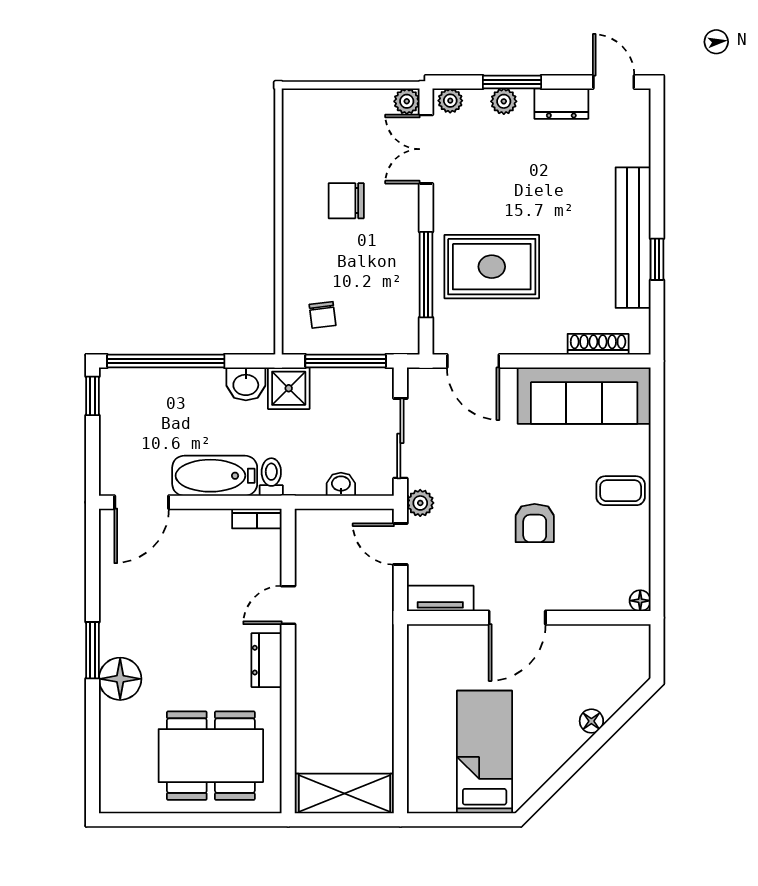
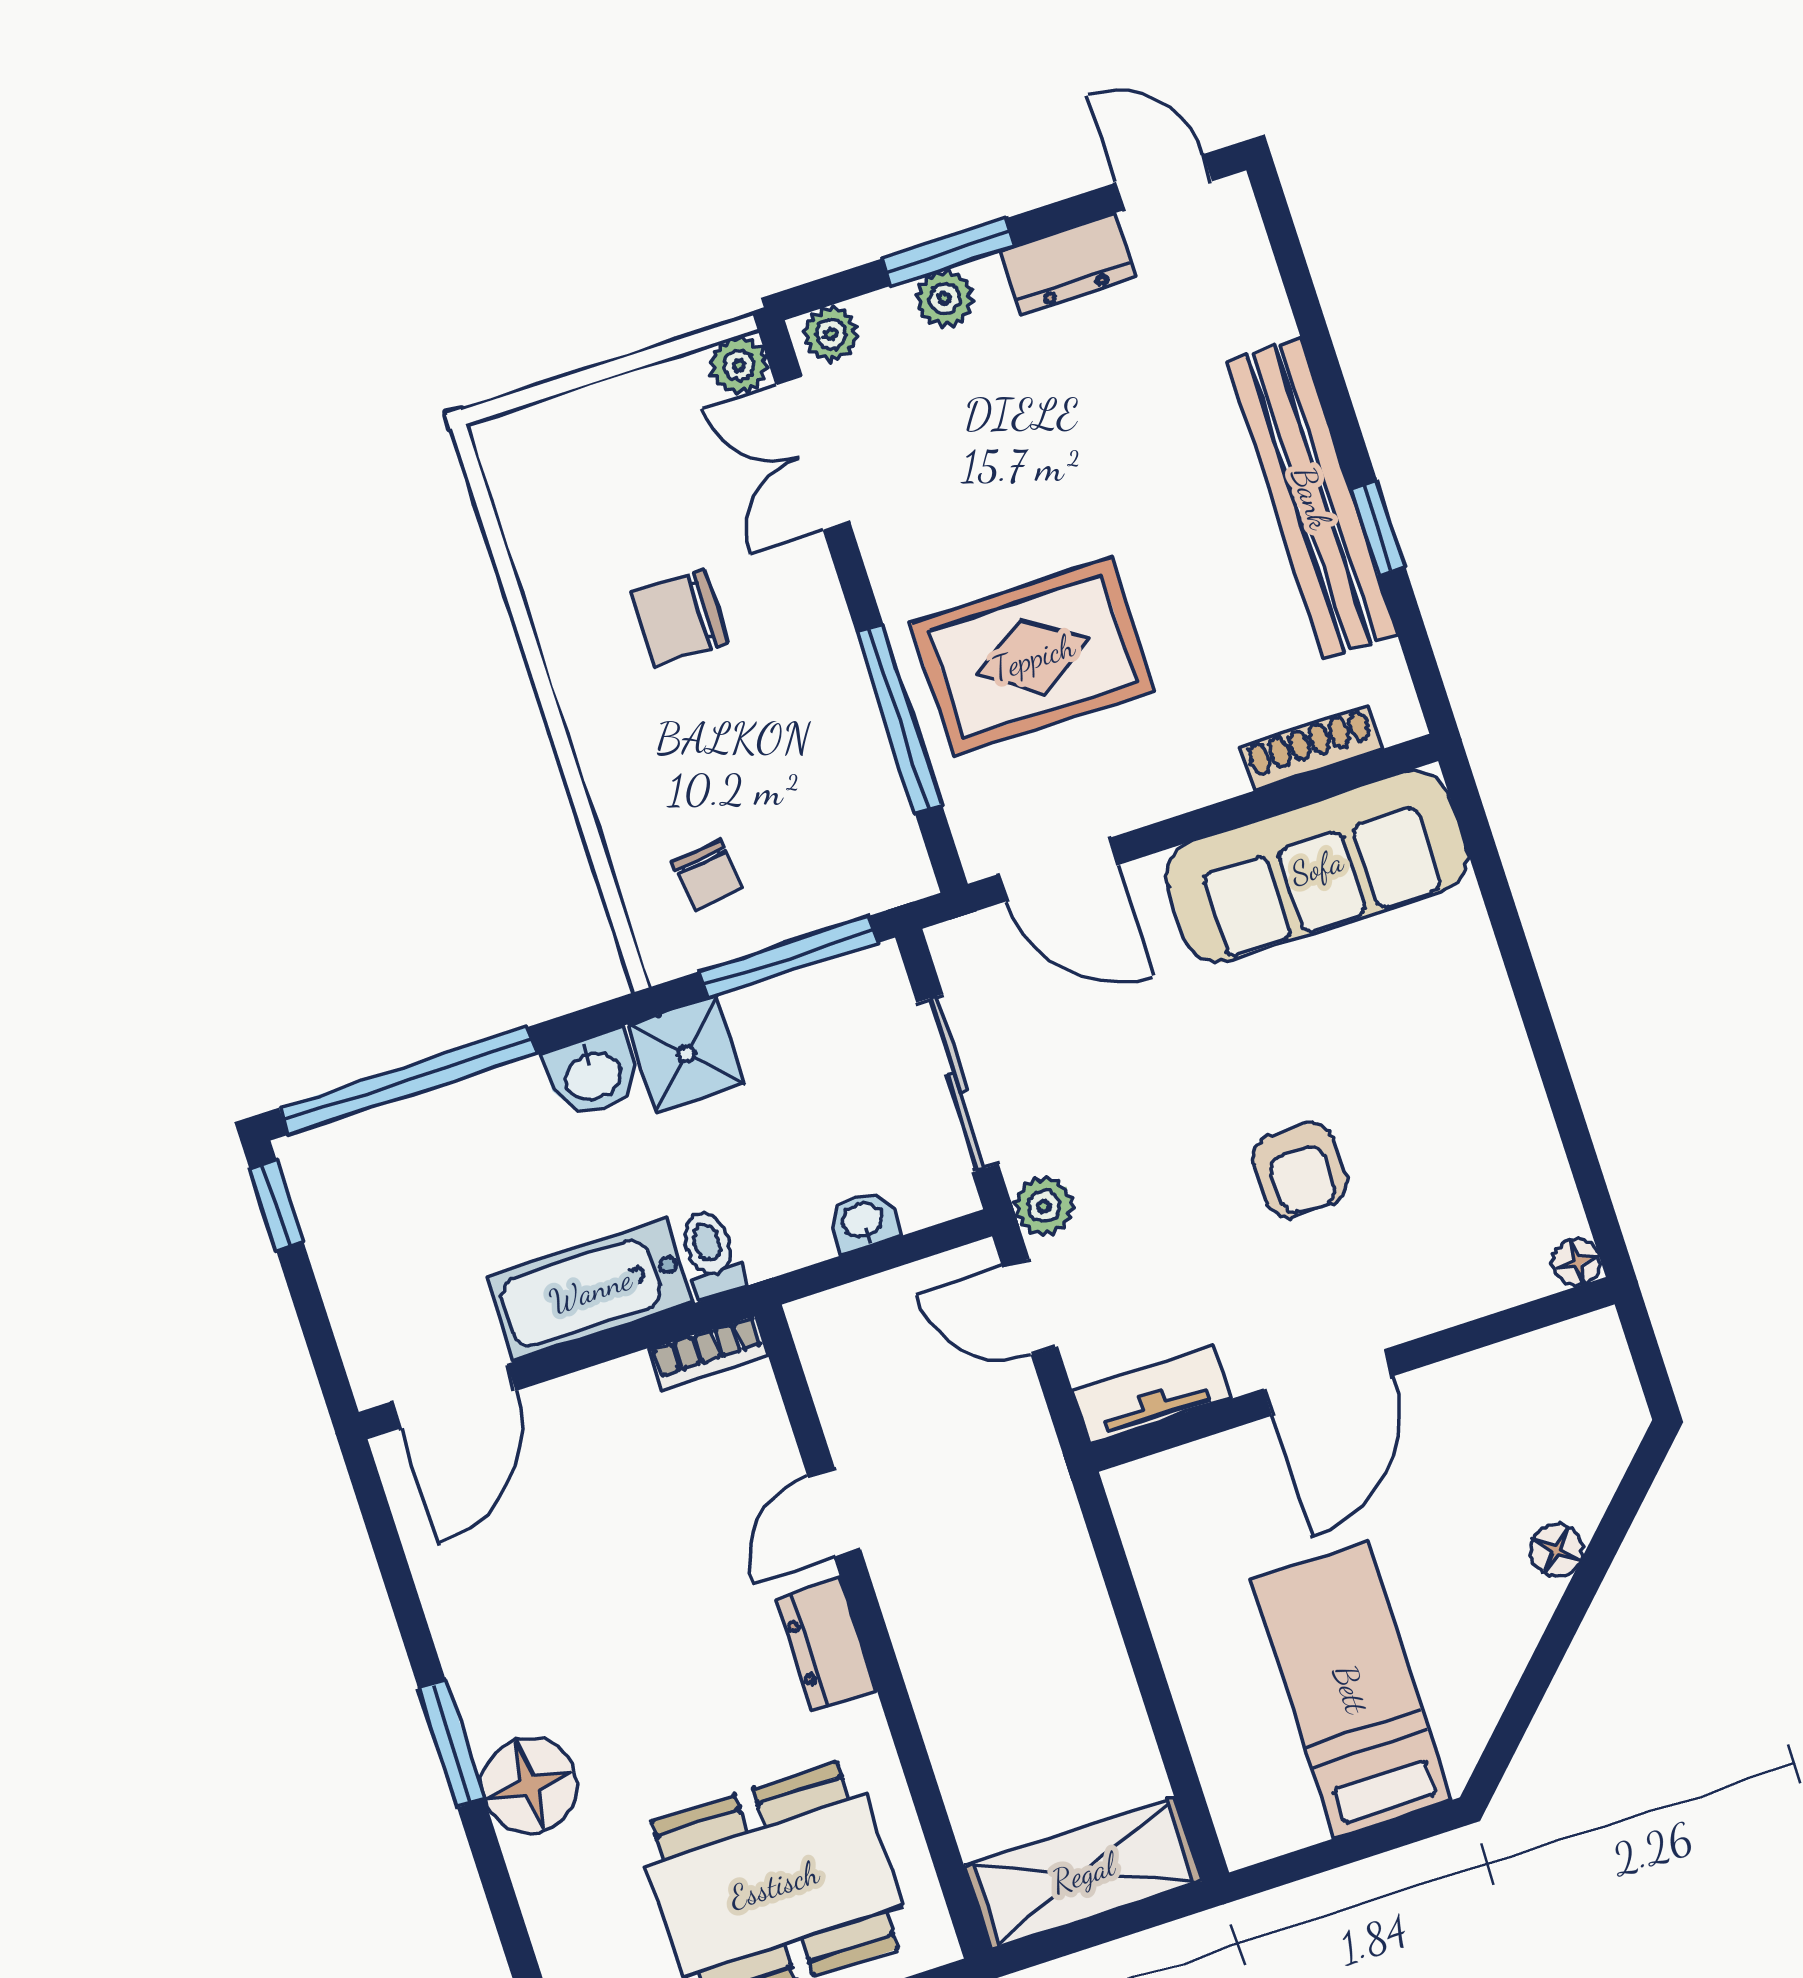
coffee table: (621, 491) -> (1460, 1043), removed

